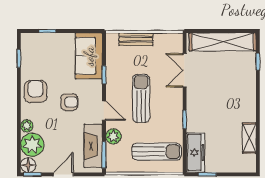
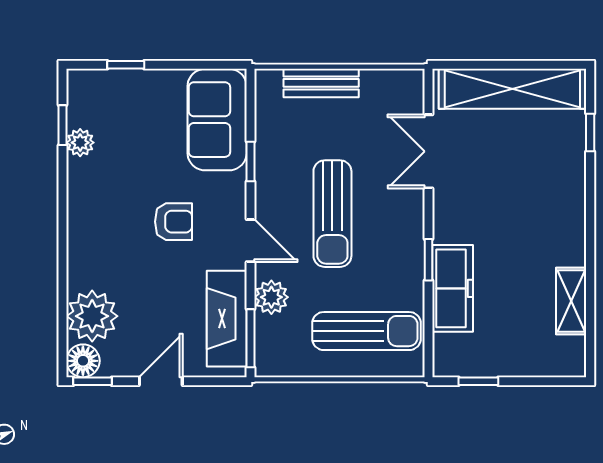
armchair: (35, 91) -> (99, 198), removed
sun lounger: (141, 98) -> (332, 214), turned 180
plant: (27, 126) -> (80, 143), moved
freezer: (196, 152) -> (453, 288), moved

